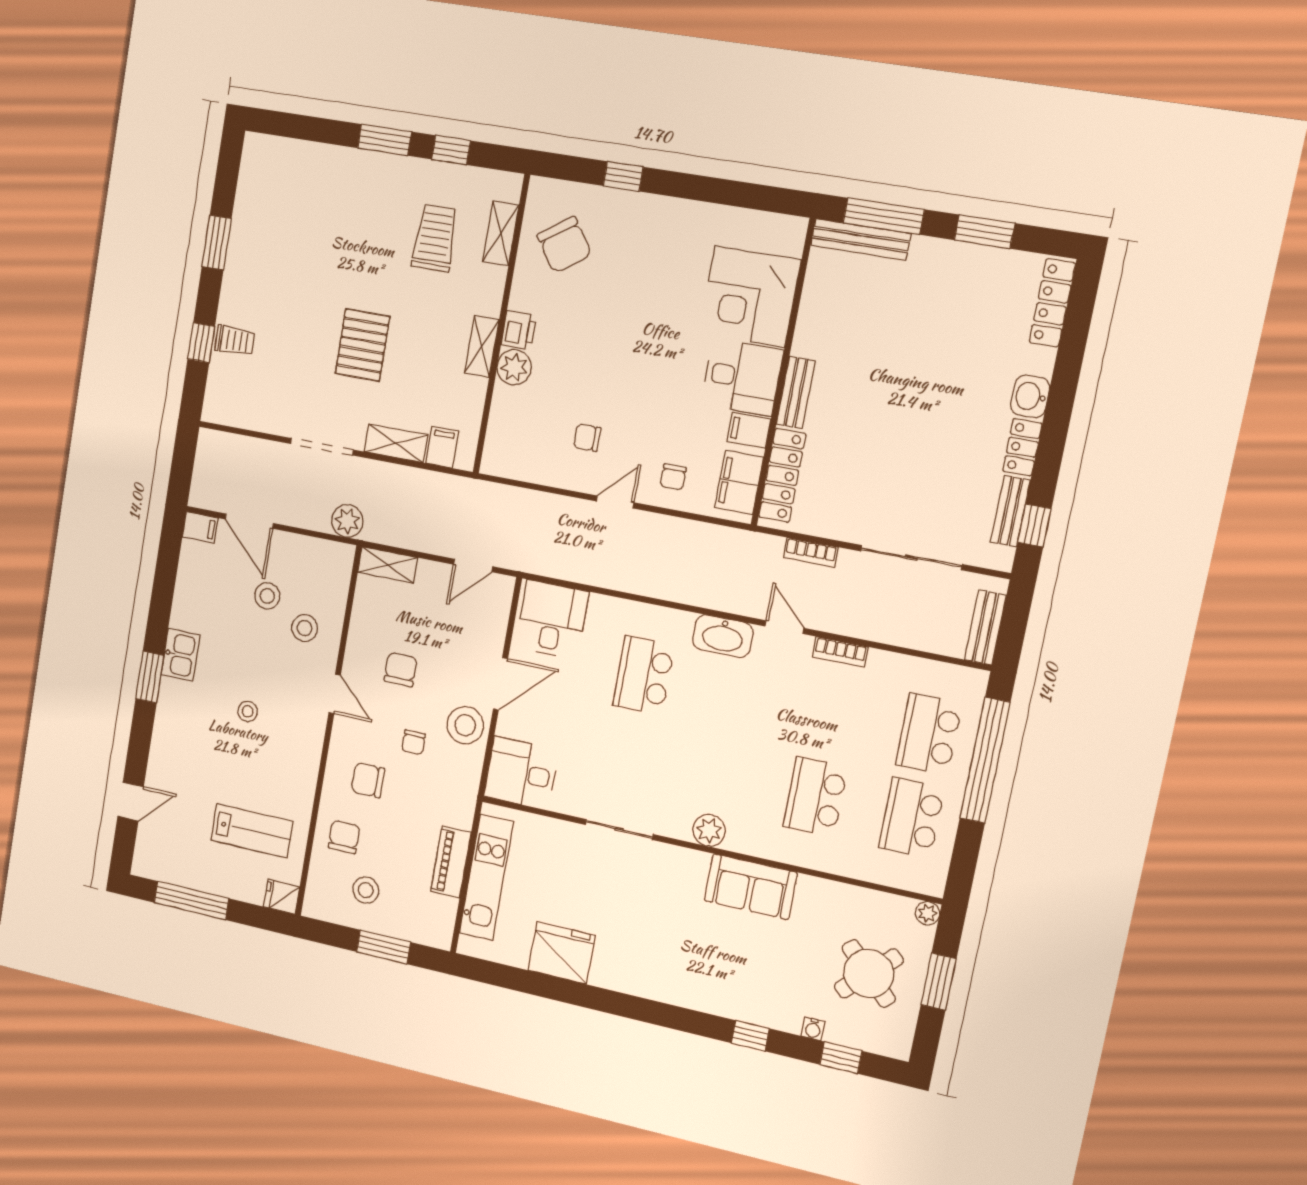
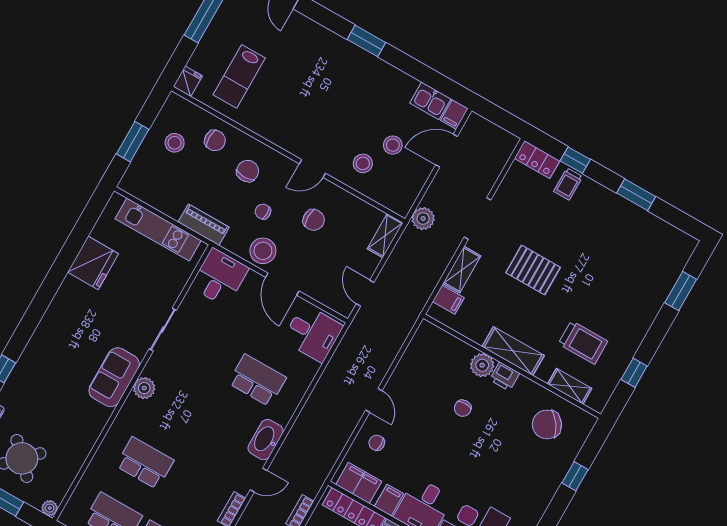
window: (385, 140) -> (681, 291), moved
shelving: (482, 346) -> (513, 351), width x1.50, depth x1.33
locker: (218, 395) -> (537, 160), added
chair: (587, 438) -> (463, 408), moved, turned 180
kitchen sink: (180, 655) -> (430, 101), moved
stool: (248, 711) -> (321, 103), removed
piano: (451, 862) -> (204, 225), moved
sofa: (751, 887) -> (114, 377), moved

